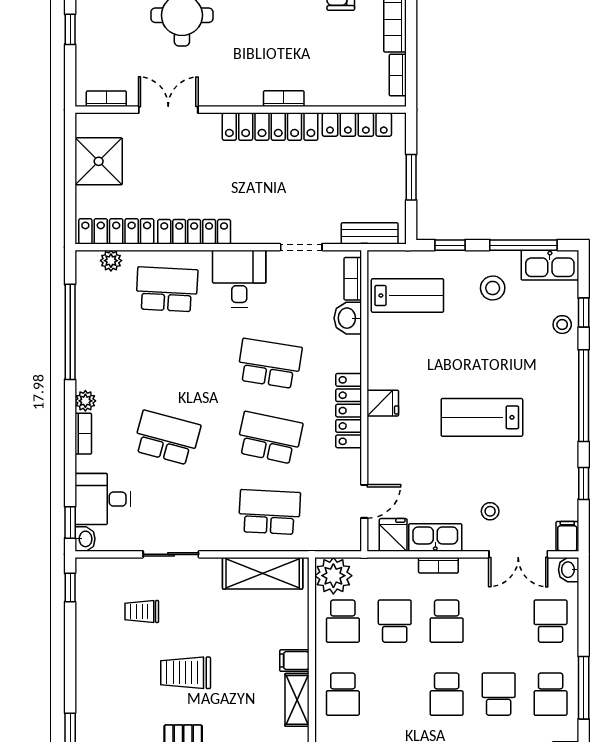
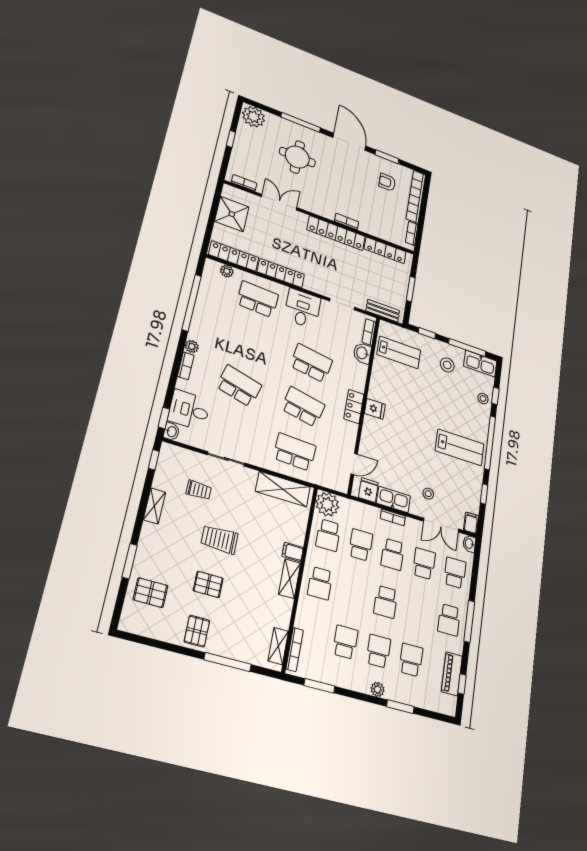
locker: (349, 411) -> (354, 406), width x0.66
lab bench: (482, 417) -> (460, 447), moved, turned 180
trolley: (142, 611) -> (199, 490), turned 180
shelving: (86, 652) -> (154, 506), added
school desk: (499, 694) -> (424, 564), moved

